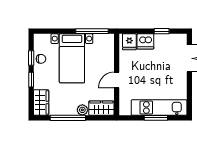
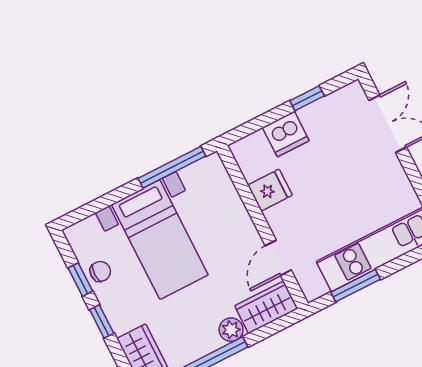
fridge: (129, 42) -> (270, 190), moved, turned -90
door: (117, 80) -> (278, 258), moved
window: (156, 118) -> (356, 286), moved

